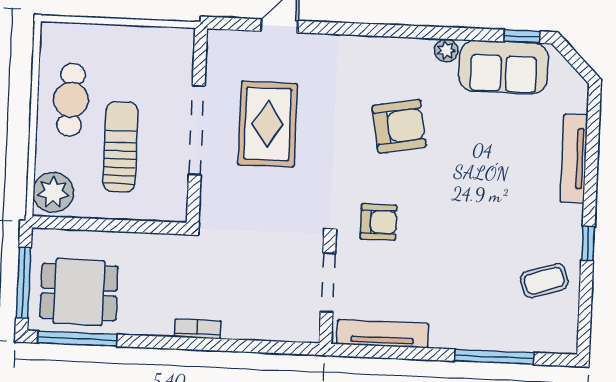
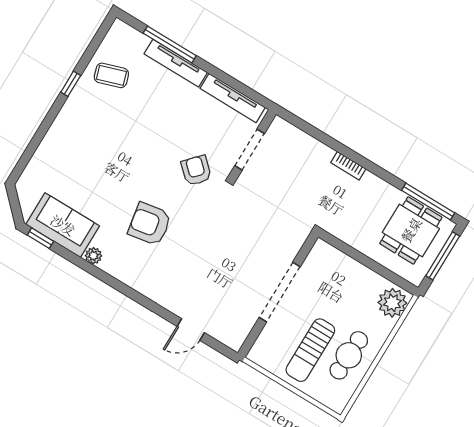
rug: (268, 124) -> (232, 271), removed
sun lounger: (121, 147) -> (310, 350), moved
tv unit: (574, 158) -> (176, 63), moved, turned 90
armchair: (379, 222) -> (196, 170), turned 43
dining table: (79, 292) -> (411, 230), turned 90

